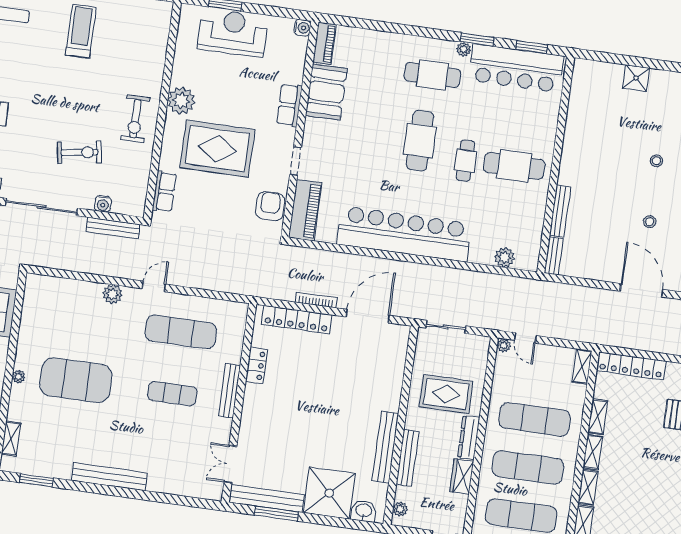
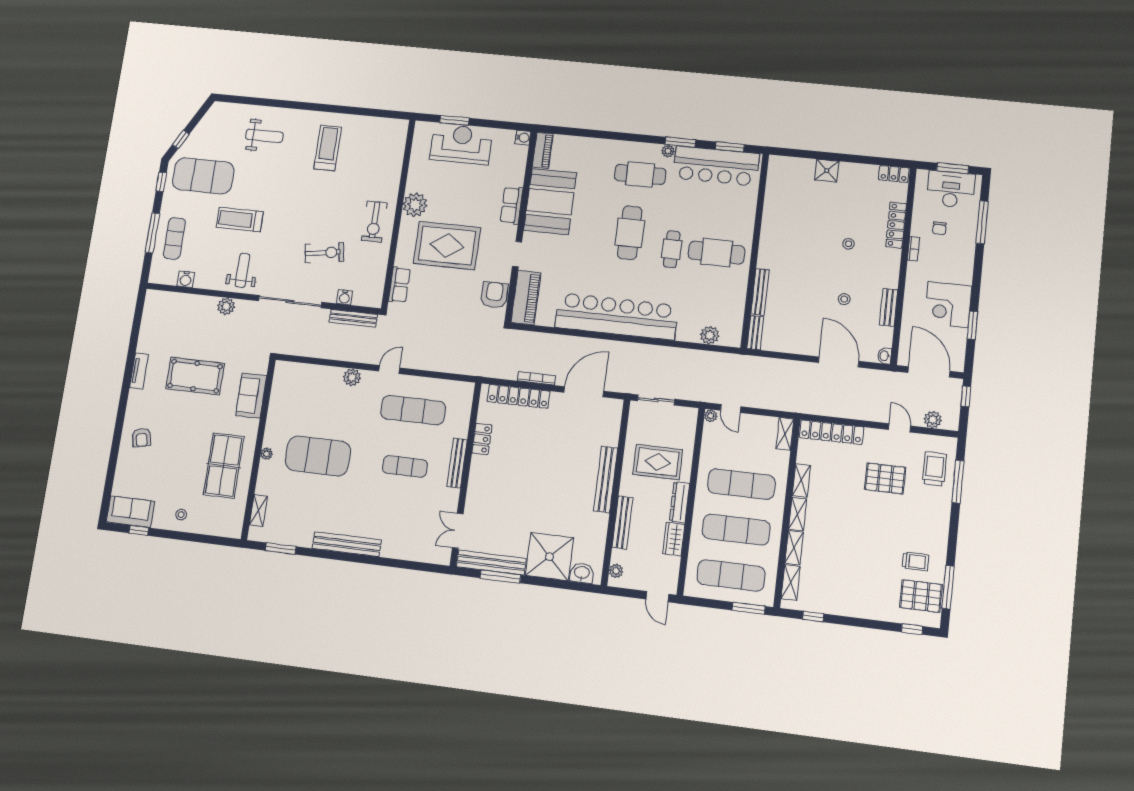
booth: (326, 92) -> (550, 202), width x1.36, depth x1.42
bench: (385, 447) -> (606, 479), moved

